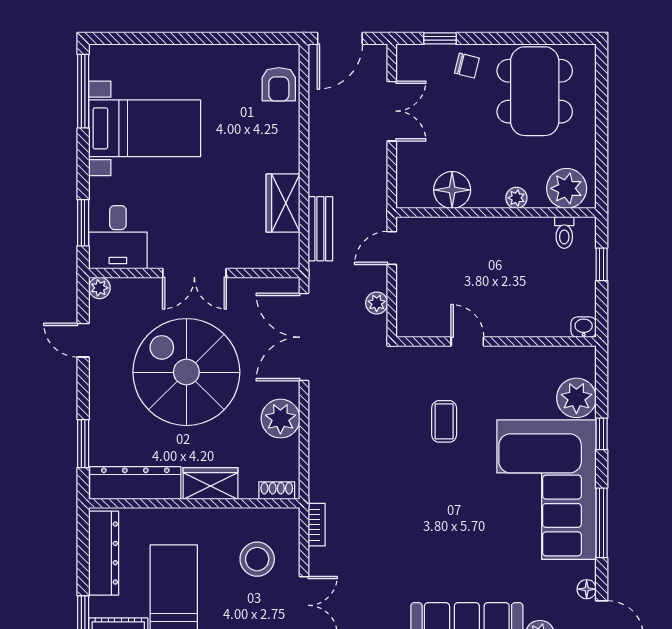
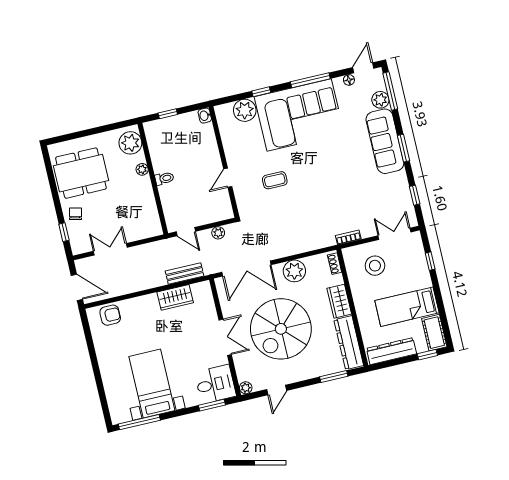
floor lamp: (452, 190) -> (146, 206), removed
toilet: (564, 232) -> (164, 178), moved

